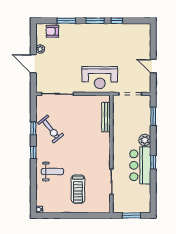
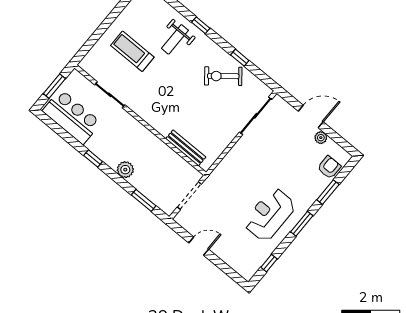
window: (117, 21) -> (269, 263), moved
reception desk: (100, 78) -> (270, 215), moved
window: (33, 152) -> (201, 25), moved
bar counter: (140, 165) -> (72, 117), moved

